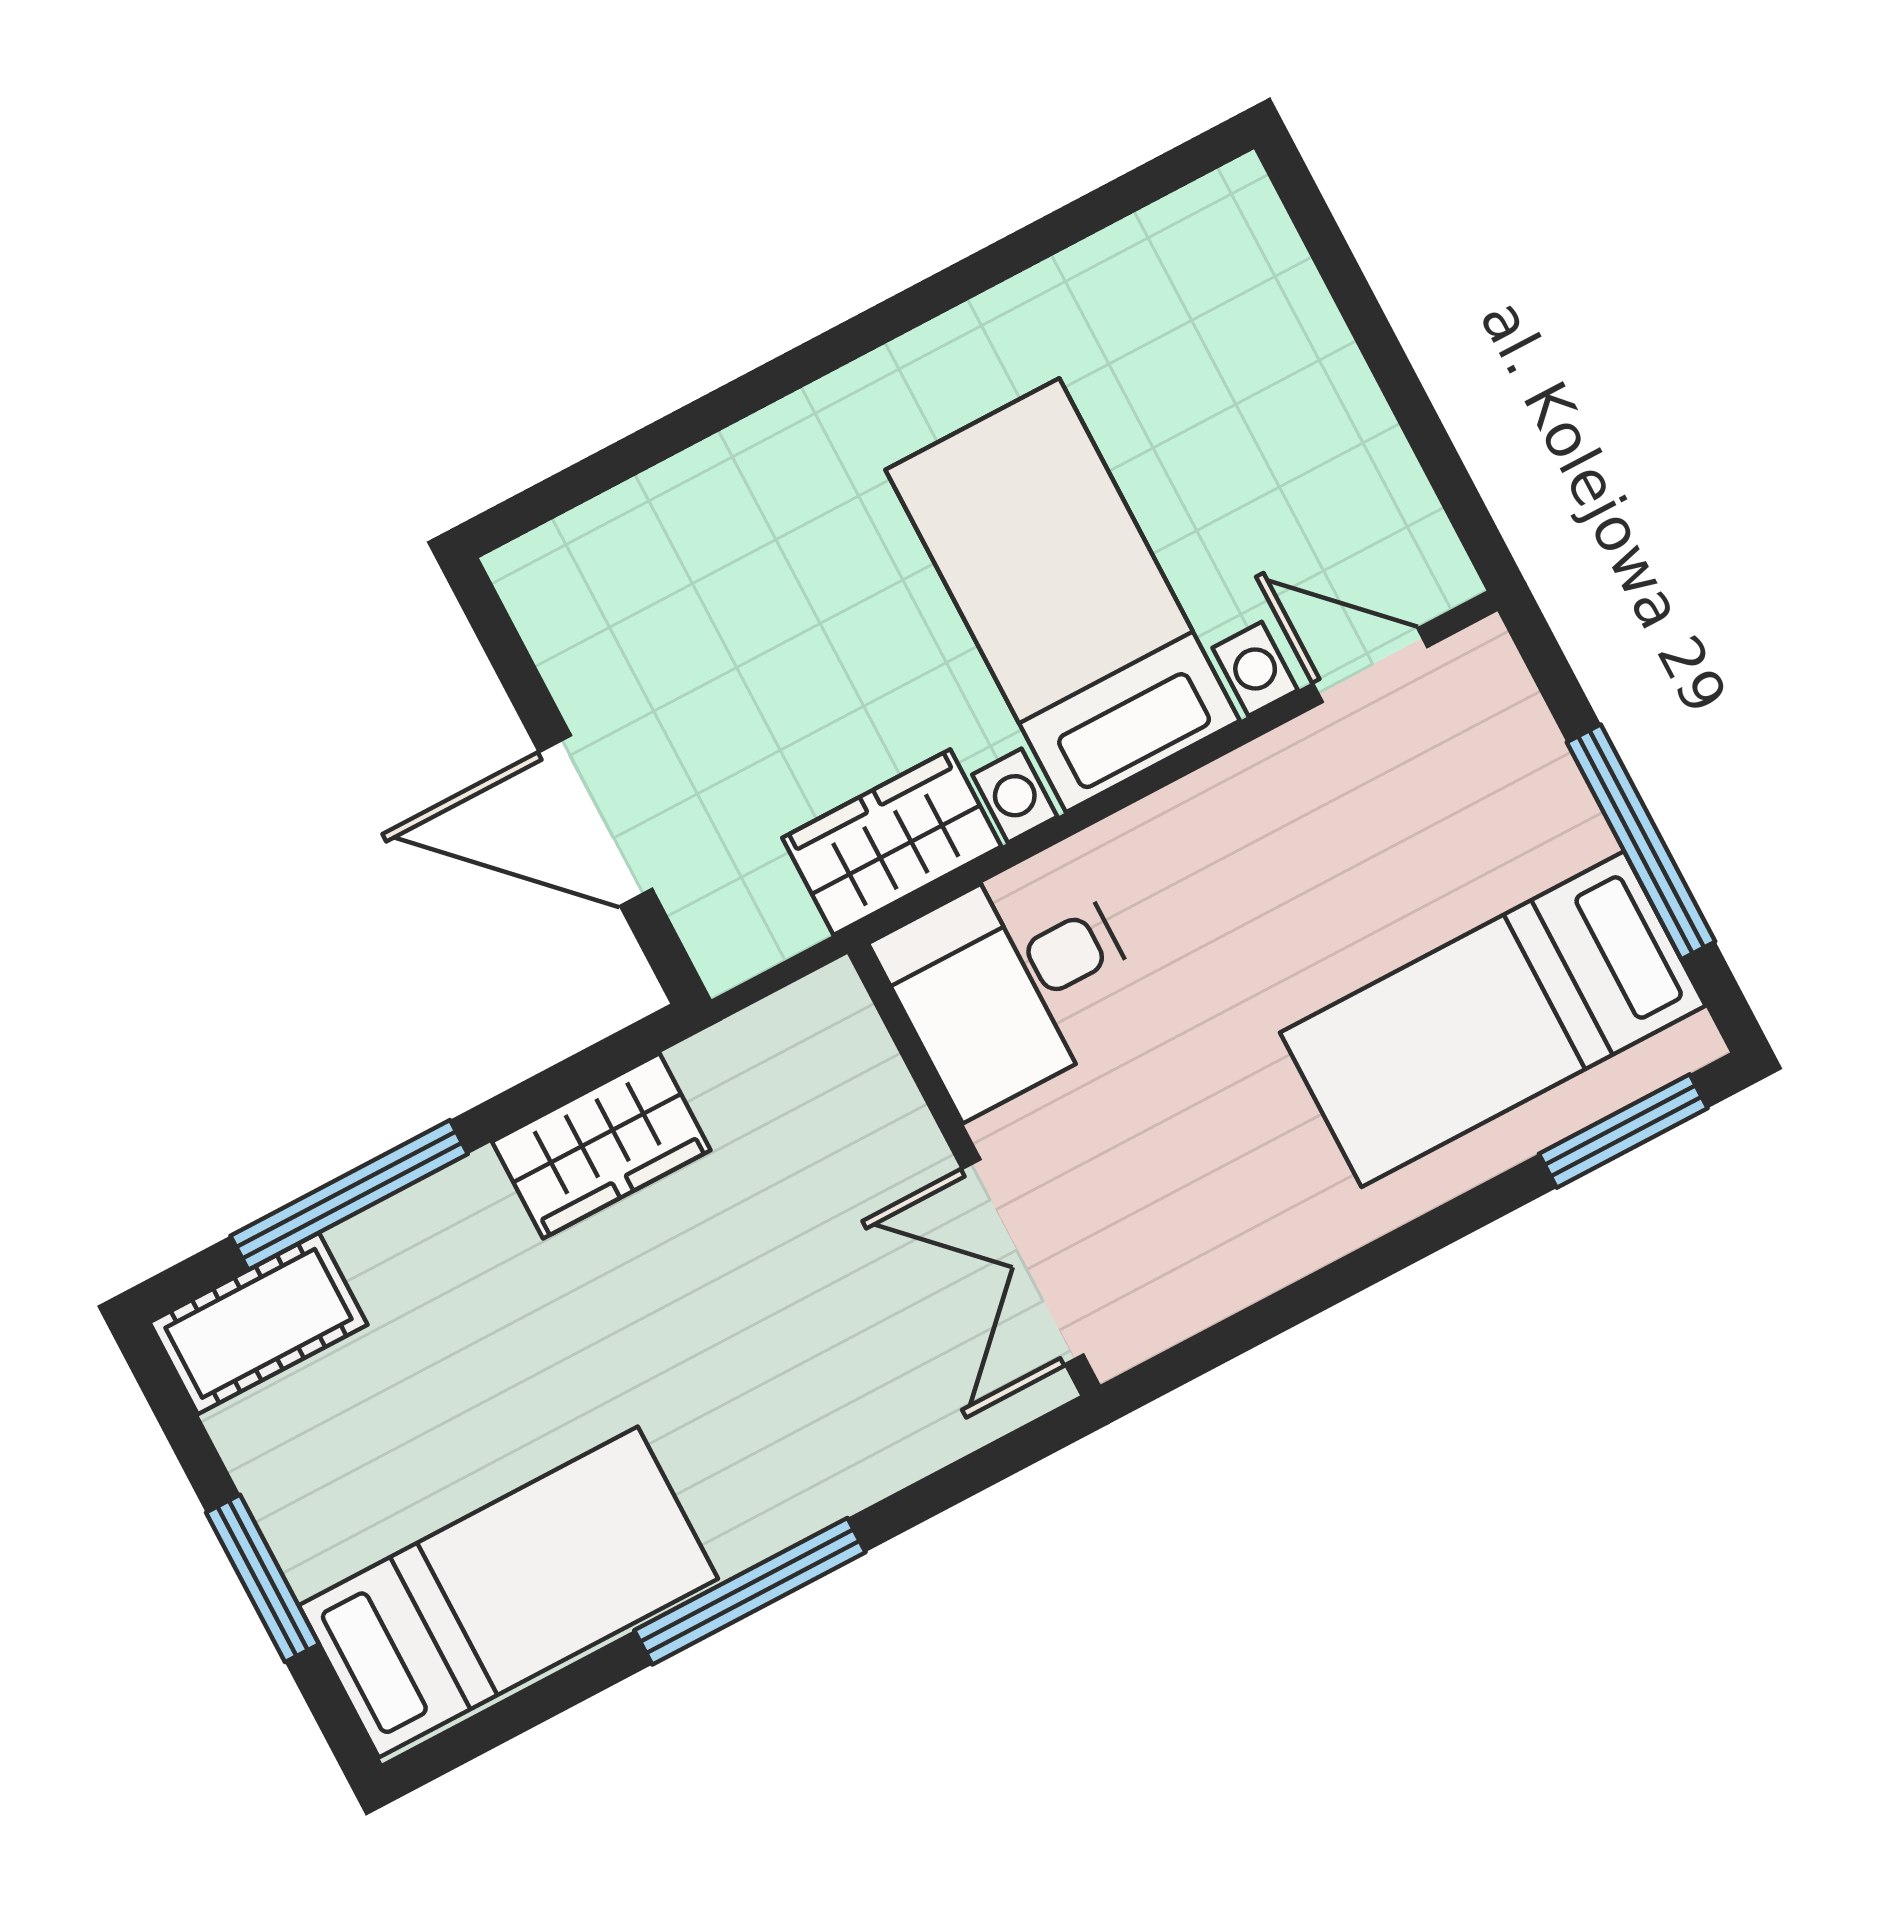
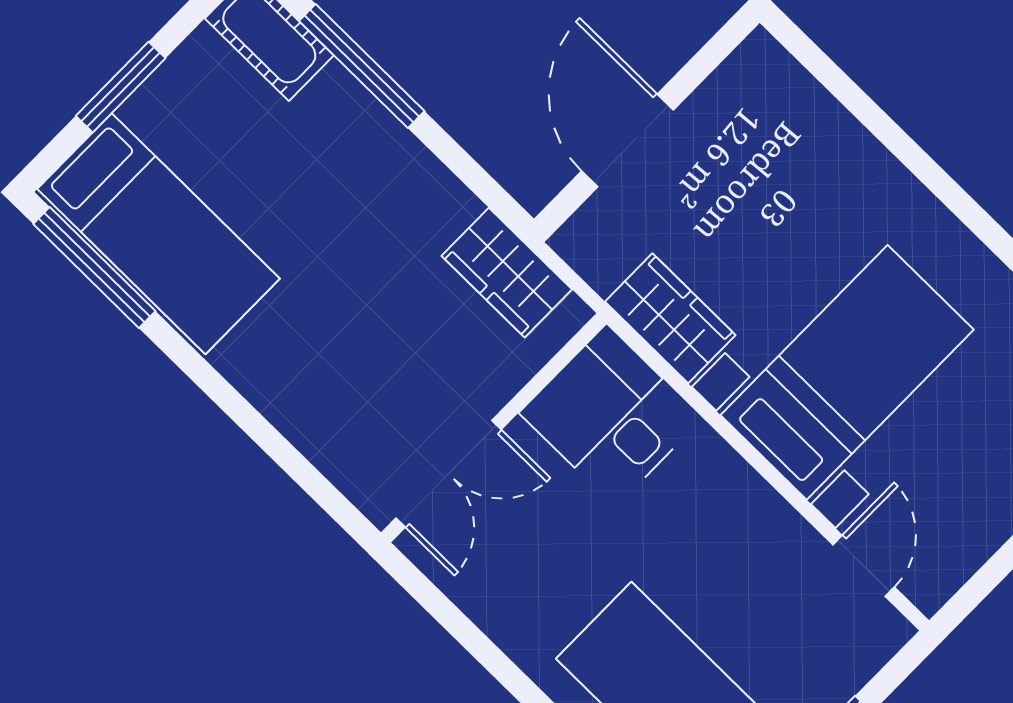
wardrobe: (601, 1146) -> (507, 273), moved
double door: (1023, 1262) -> (449, 474), swing flipped
window: (750, 1591) -> (94, 267), moved

